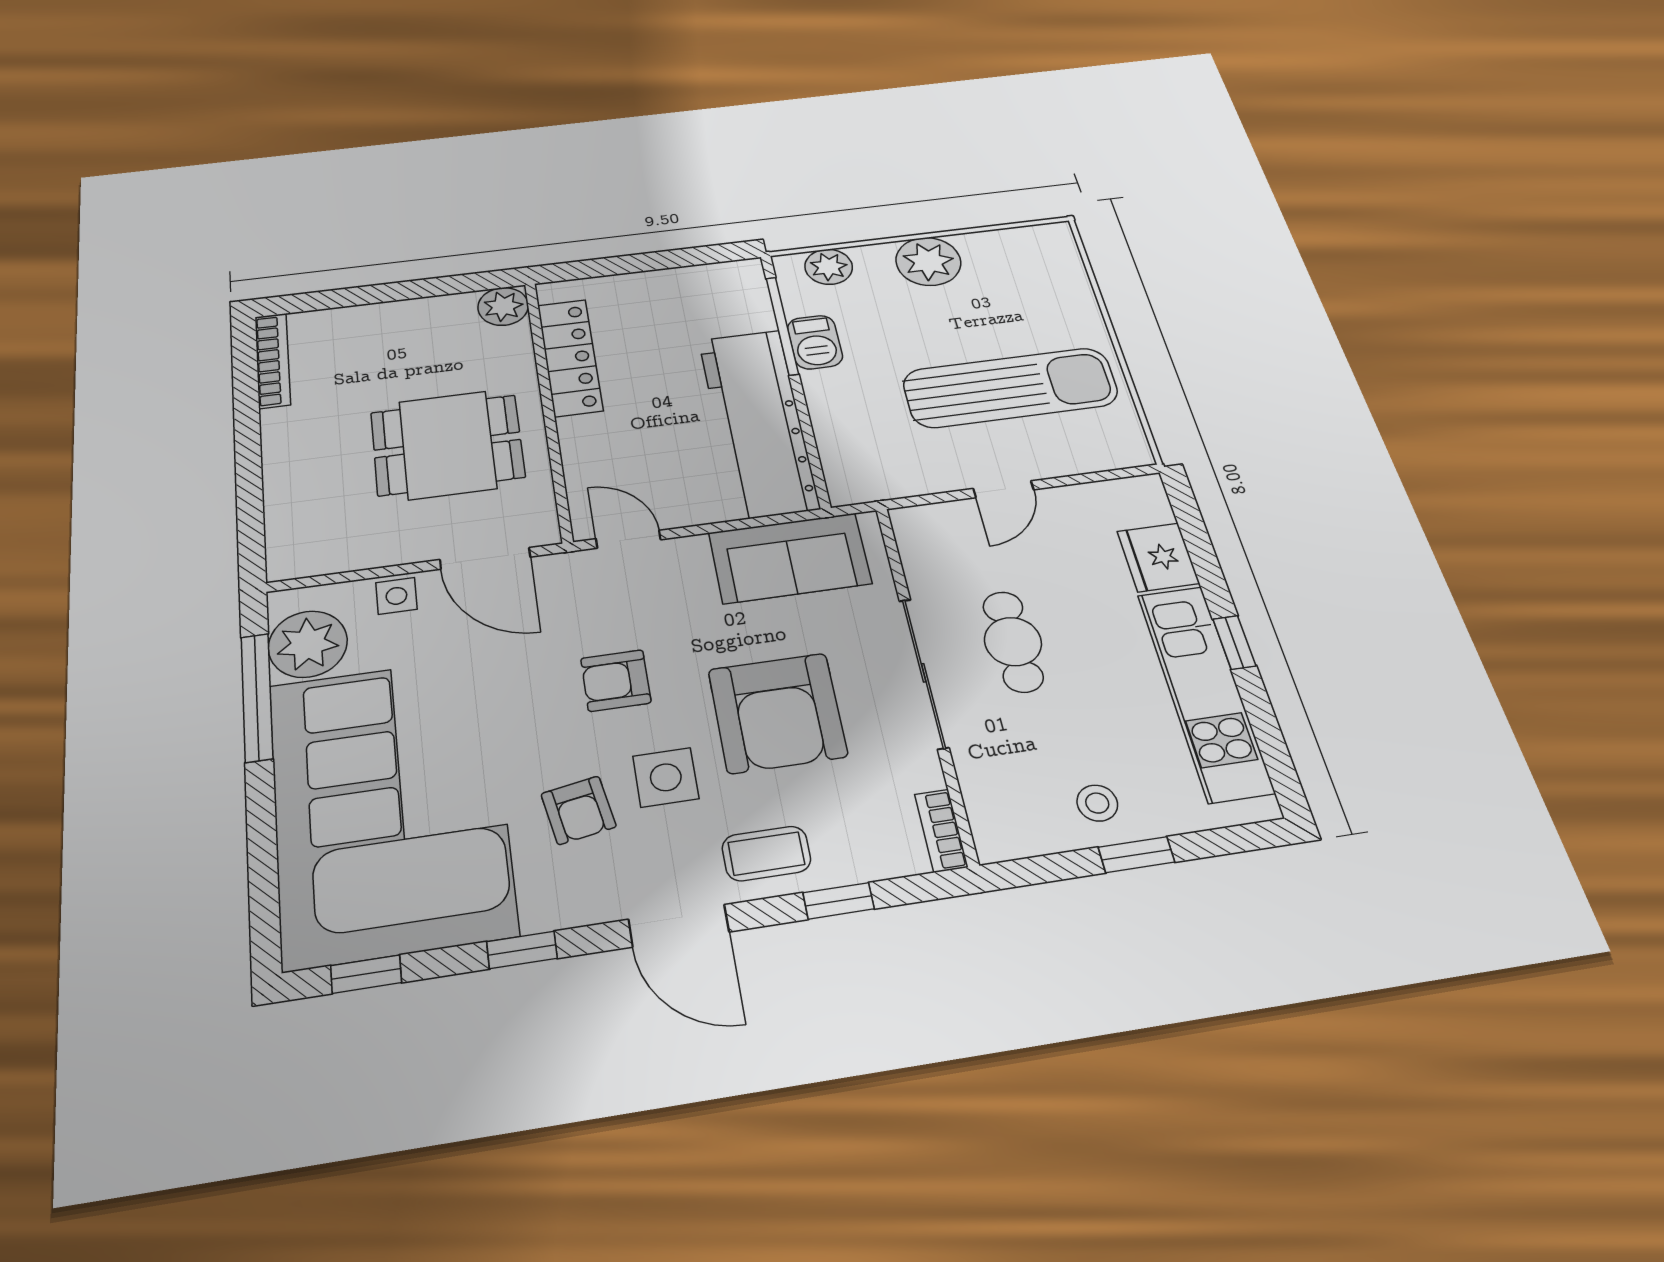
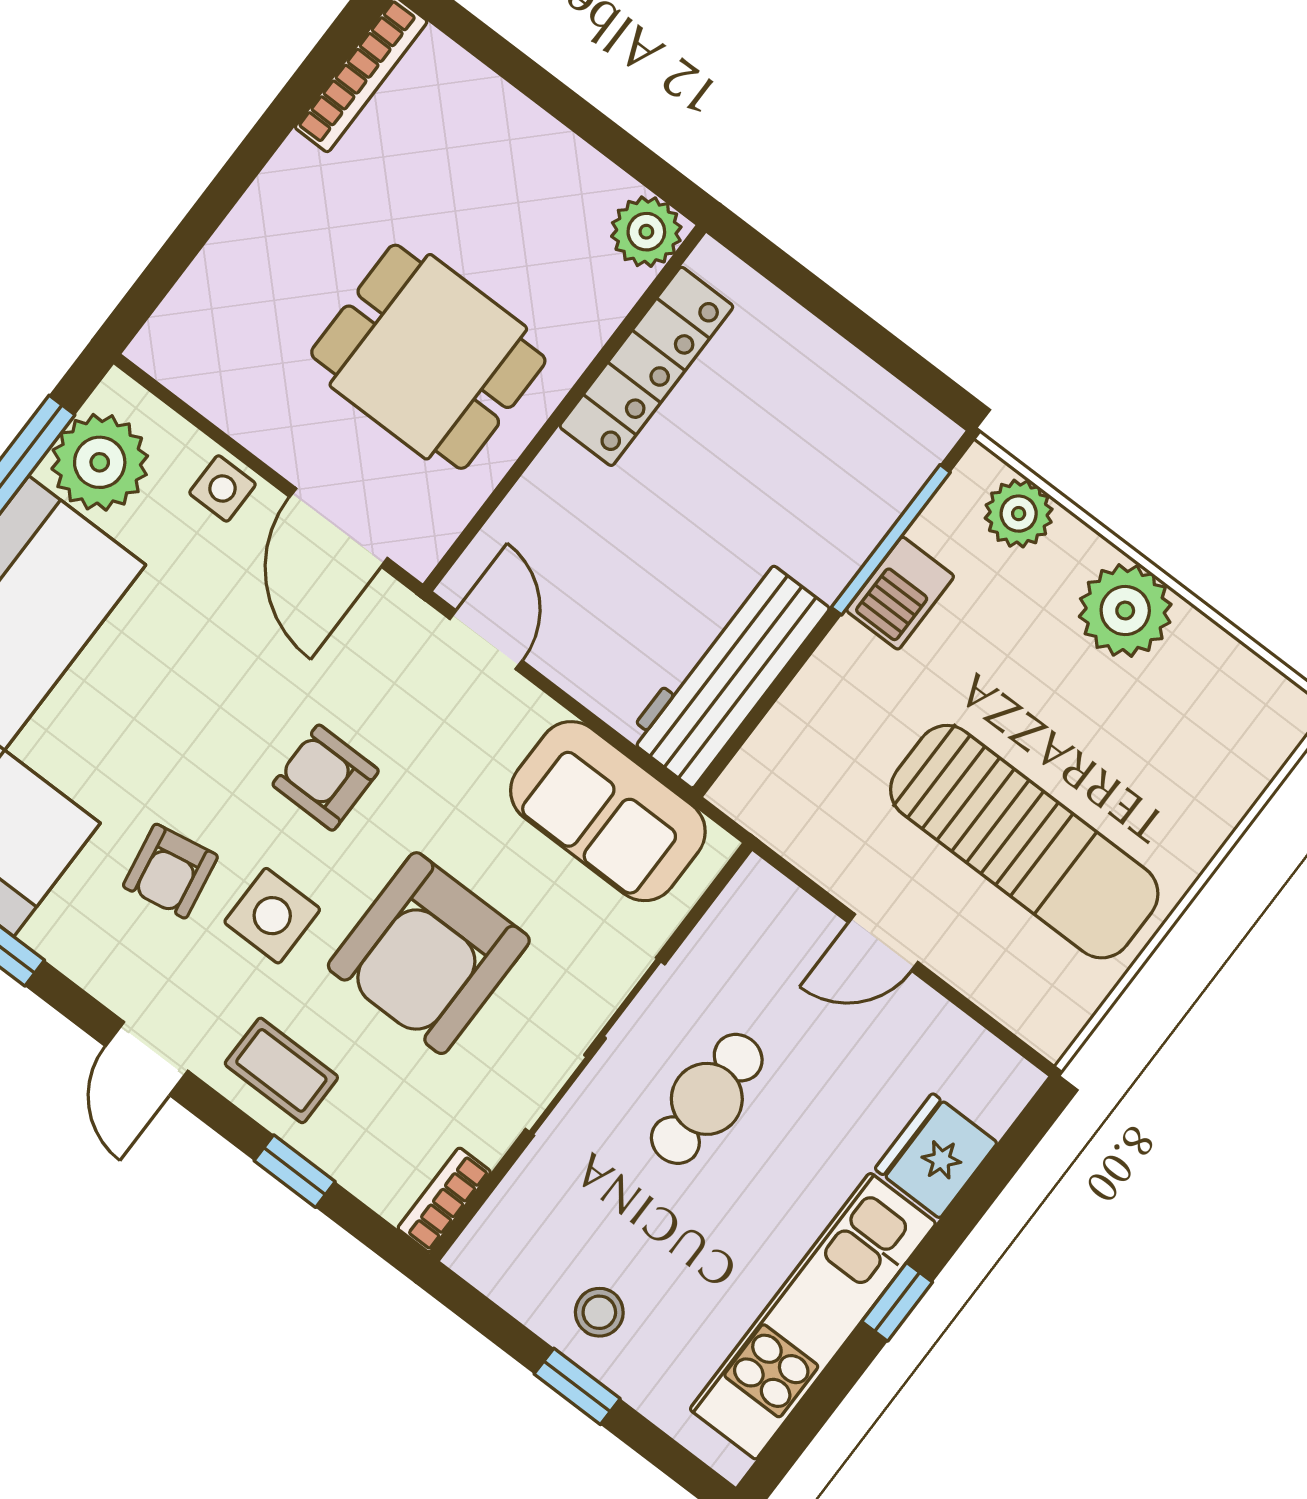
workbench: (758, 422) -> (728, 673), width x0.73, depth x0.76
door: (679, 926) -> (147, 1058), width x0.73

